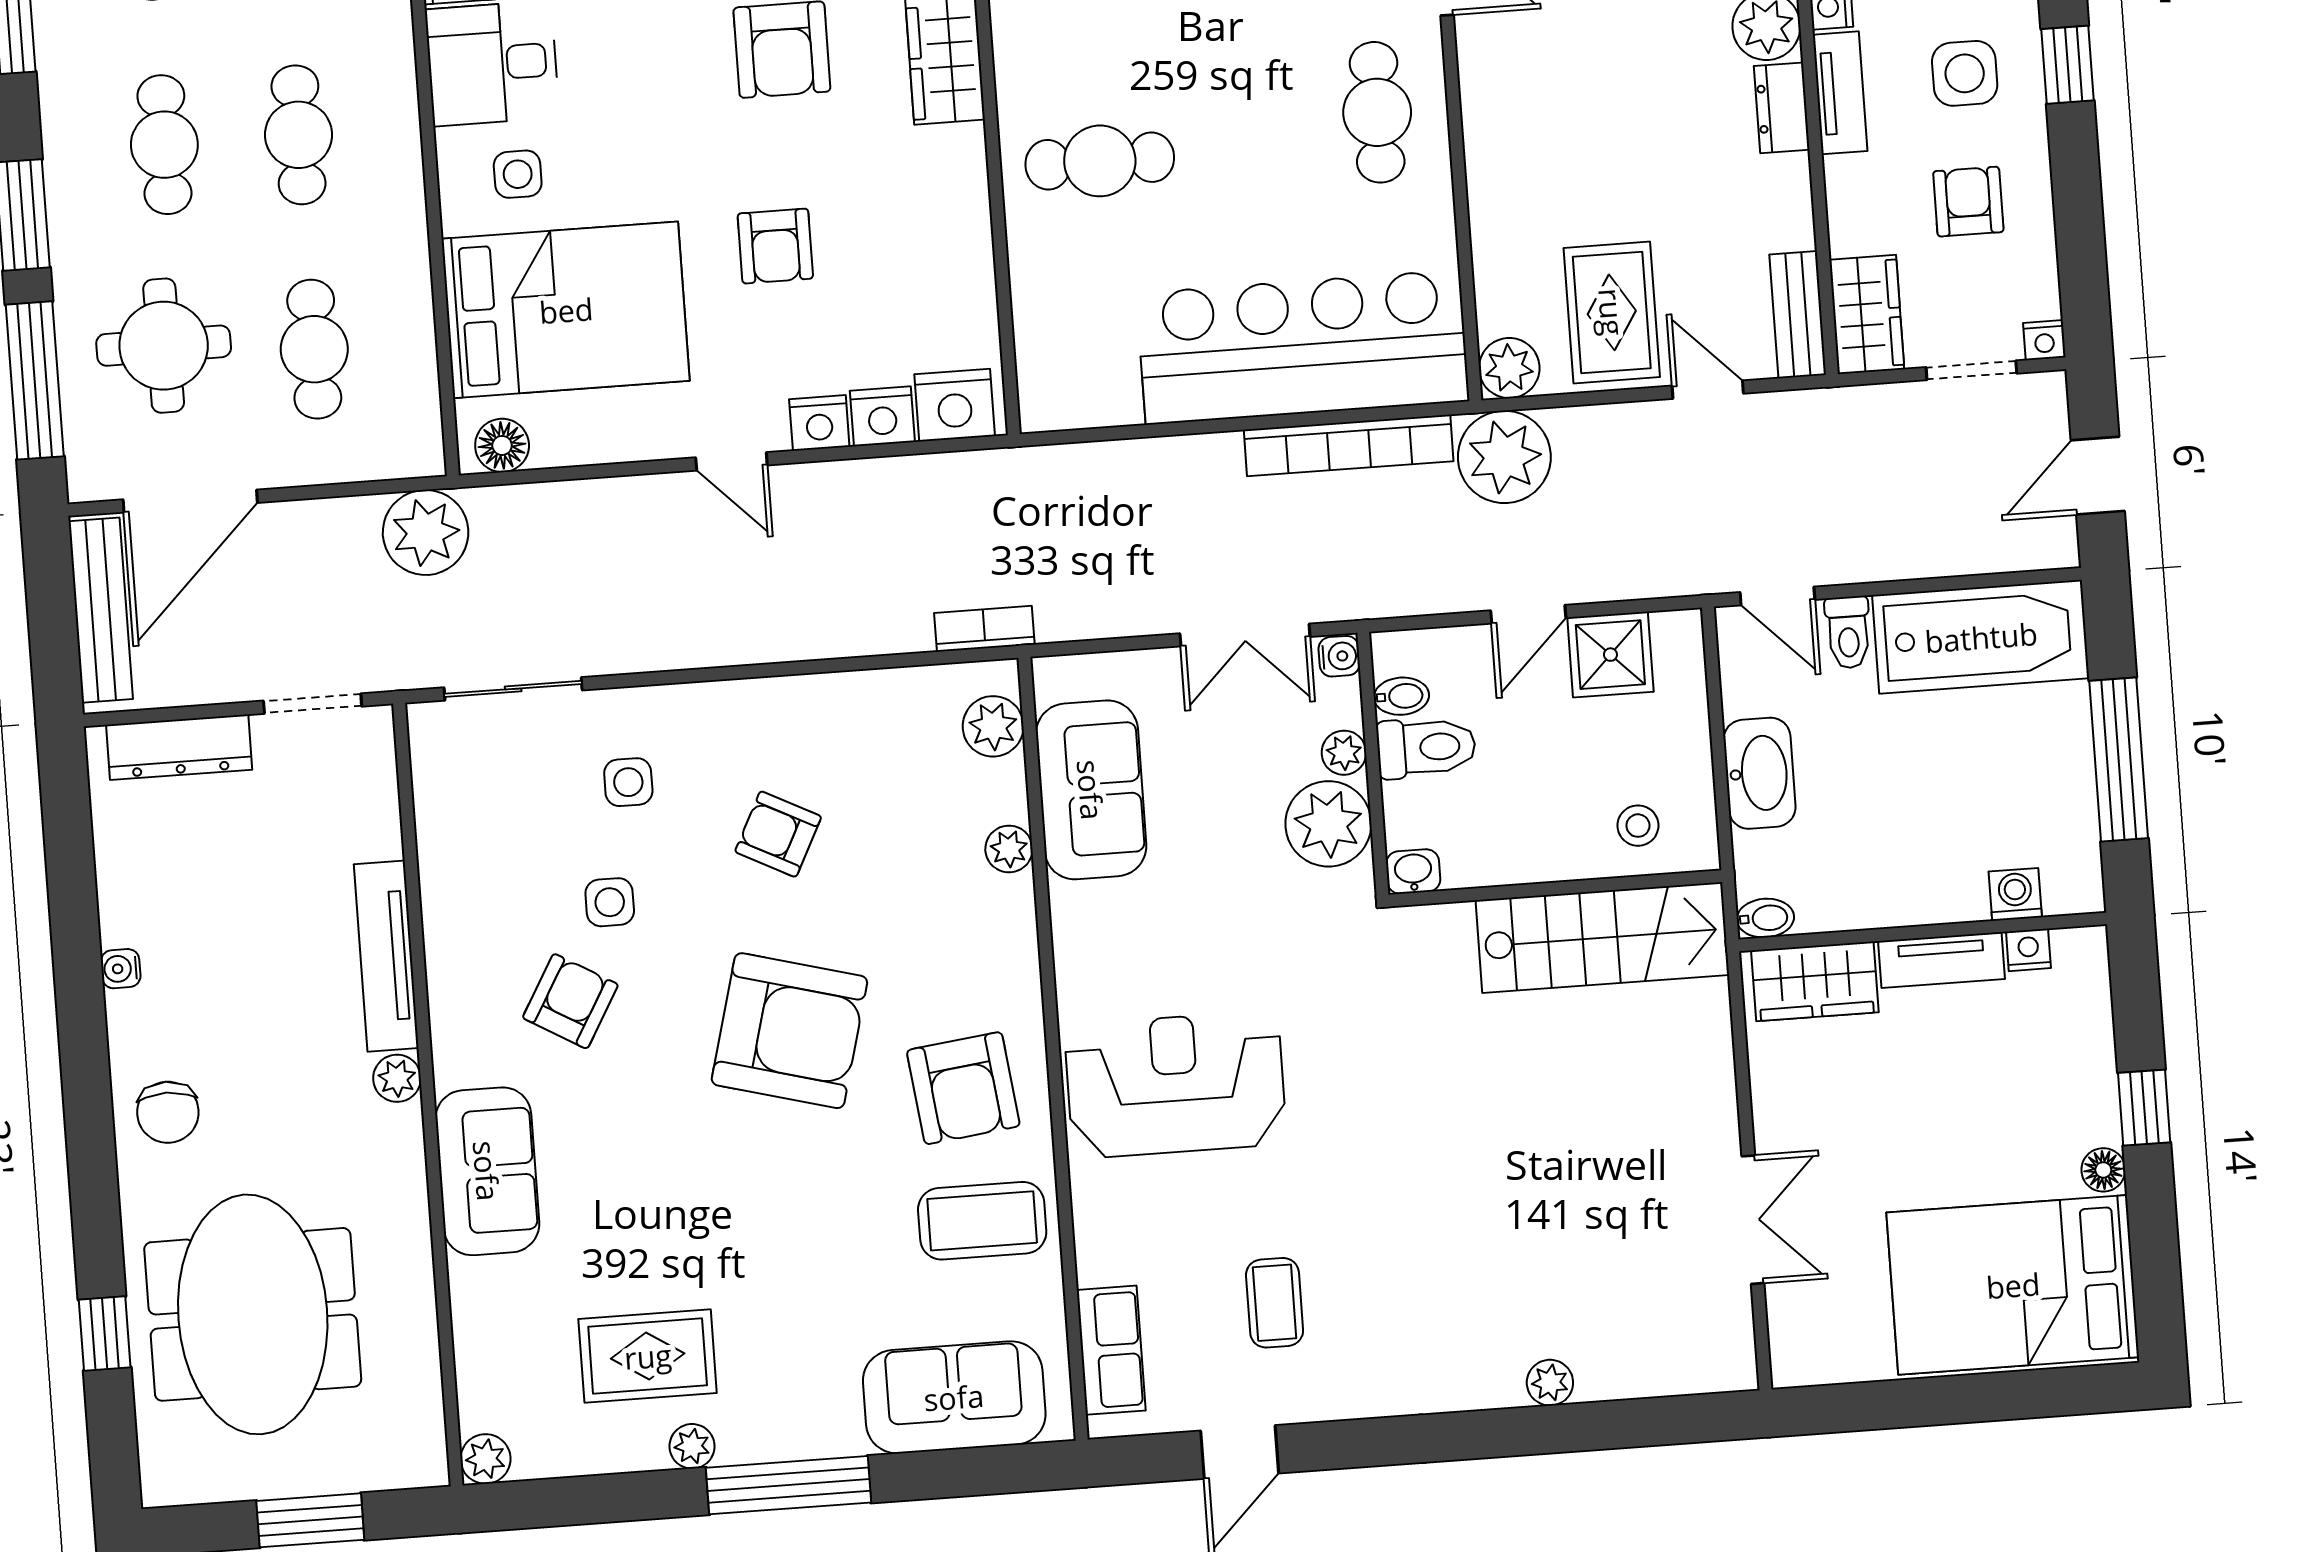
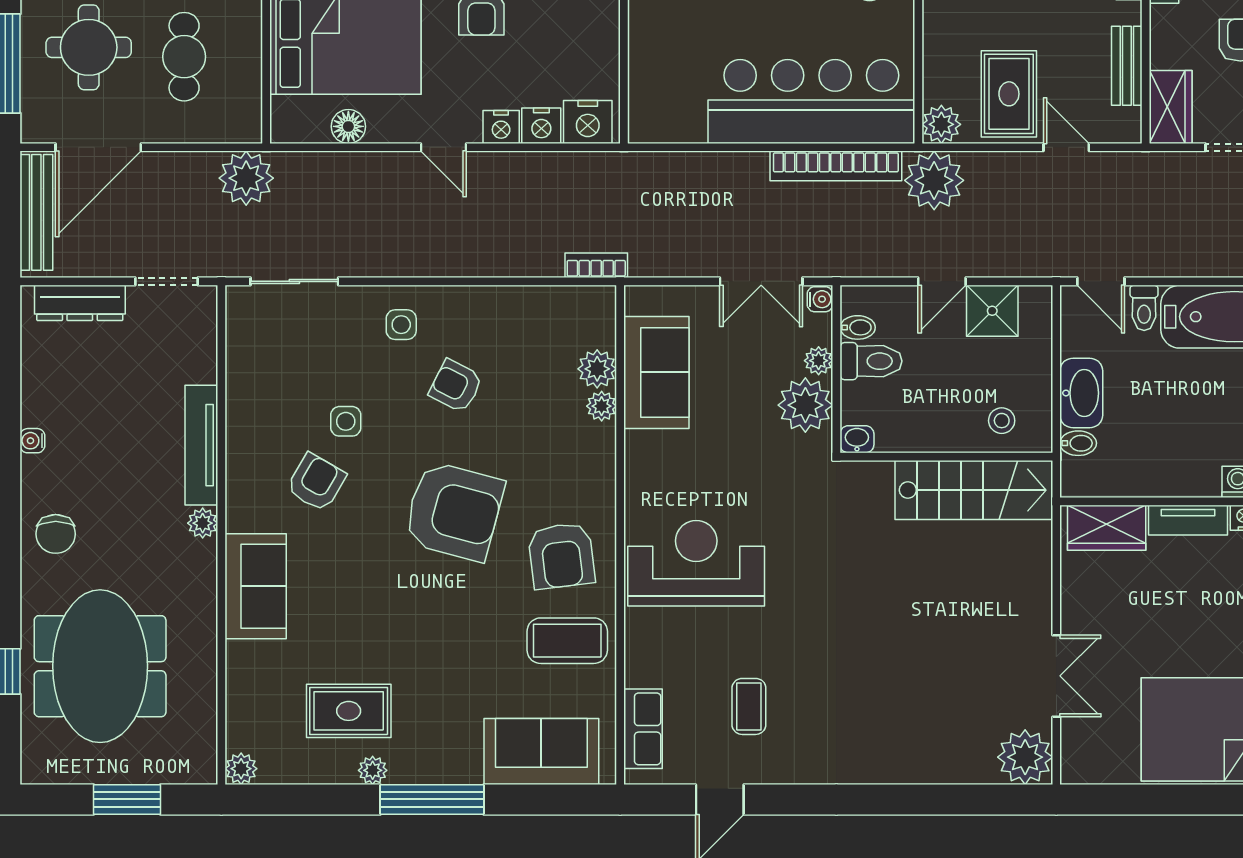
bench: (1798, 315) -> (1127, 66), moved
floor lamp: (502, 445) -> (348, 126), moved
plant: (993, 726) -> (597, 369), moved
side table: (628, 782) -> (401, 325), moved
bidet: (1765, 918) -> (1078, 443), moved
plant: (1550, 1383) -> (1025, 757), moved, width x1.88, depth x1.88

